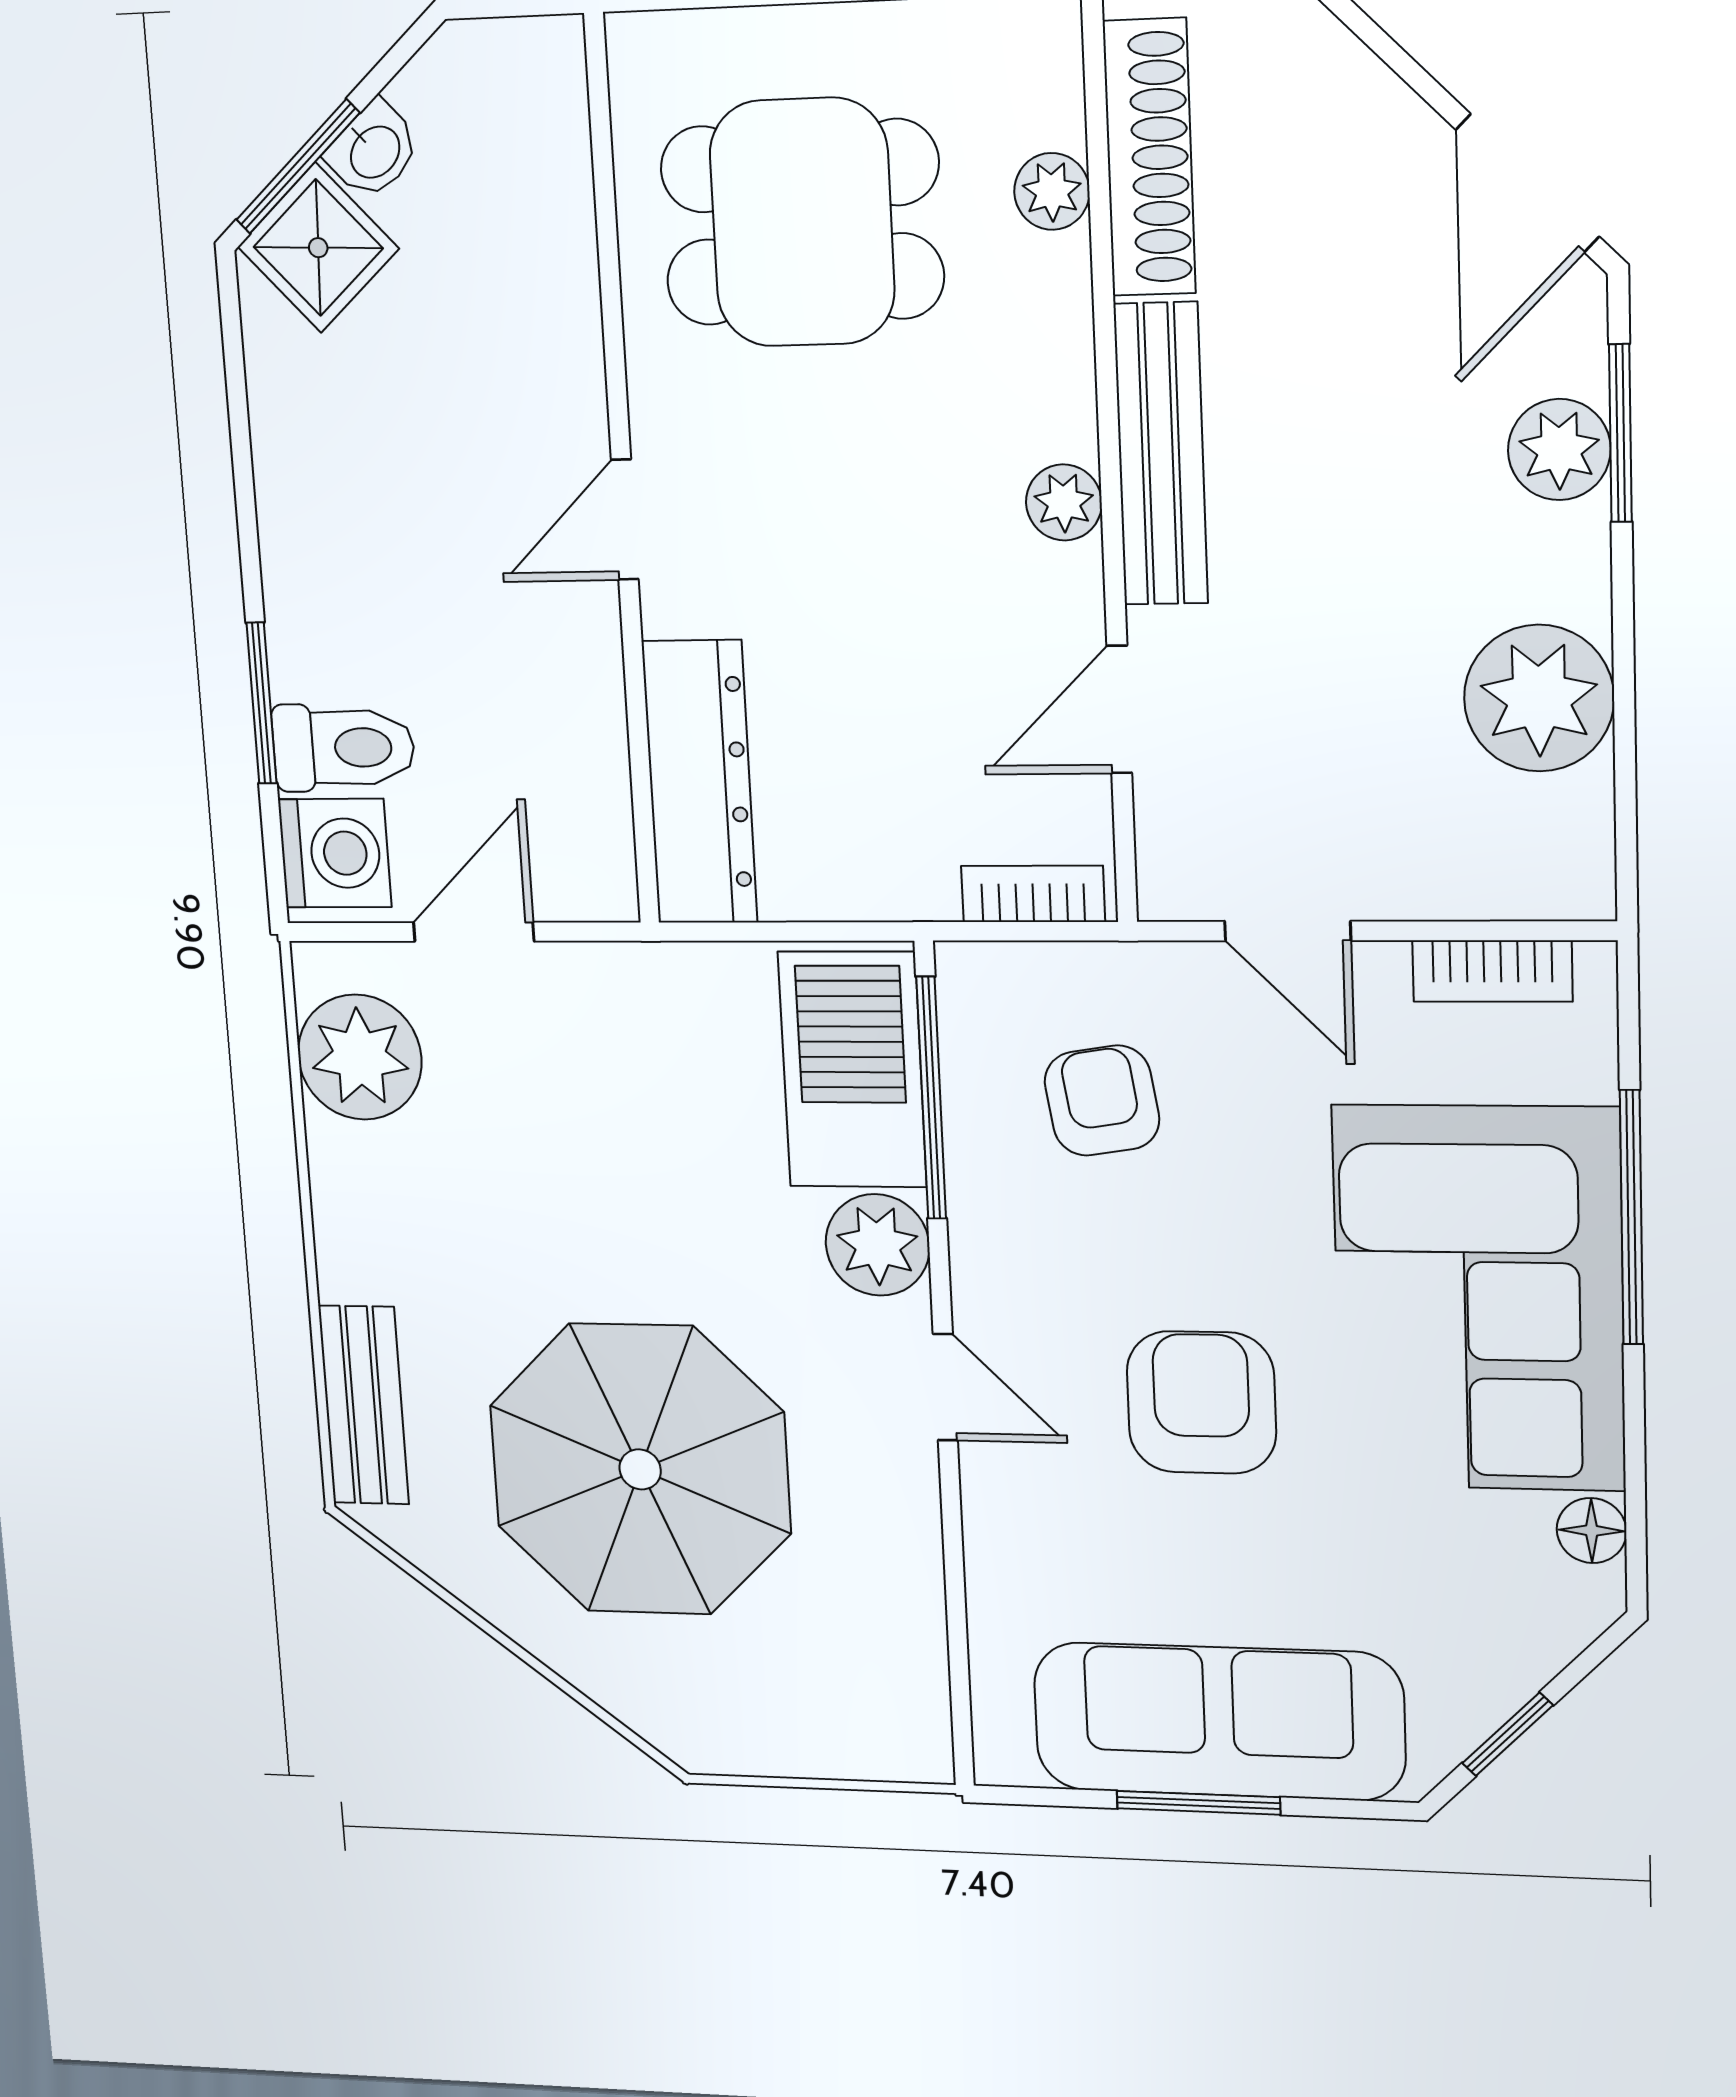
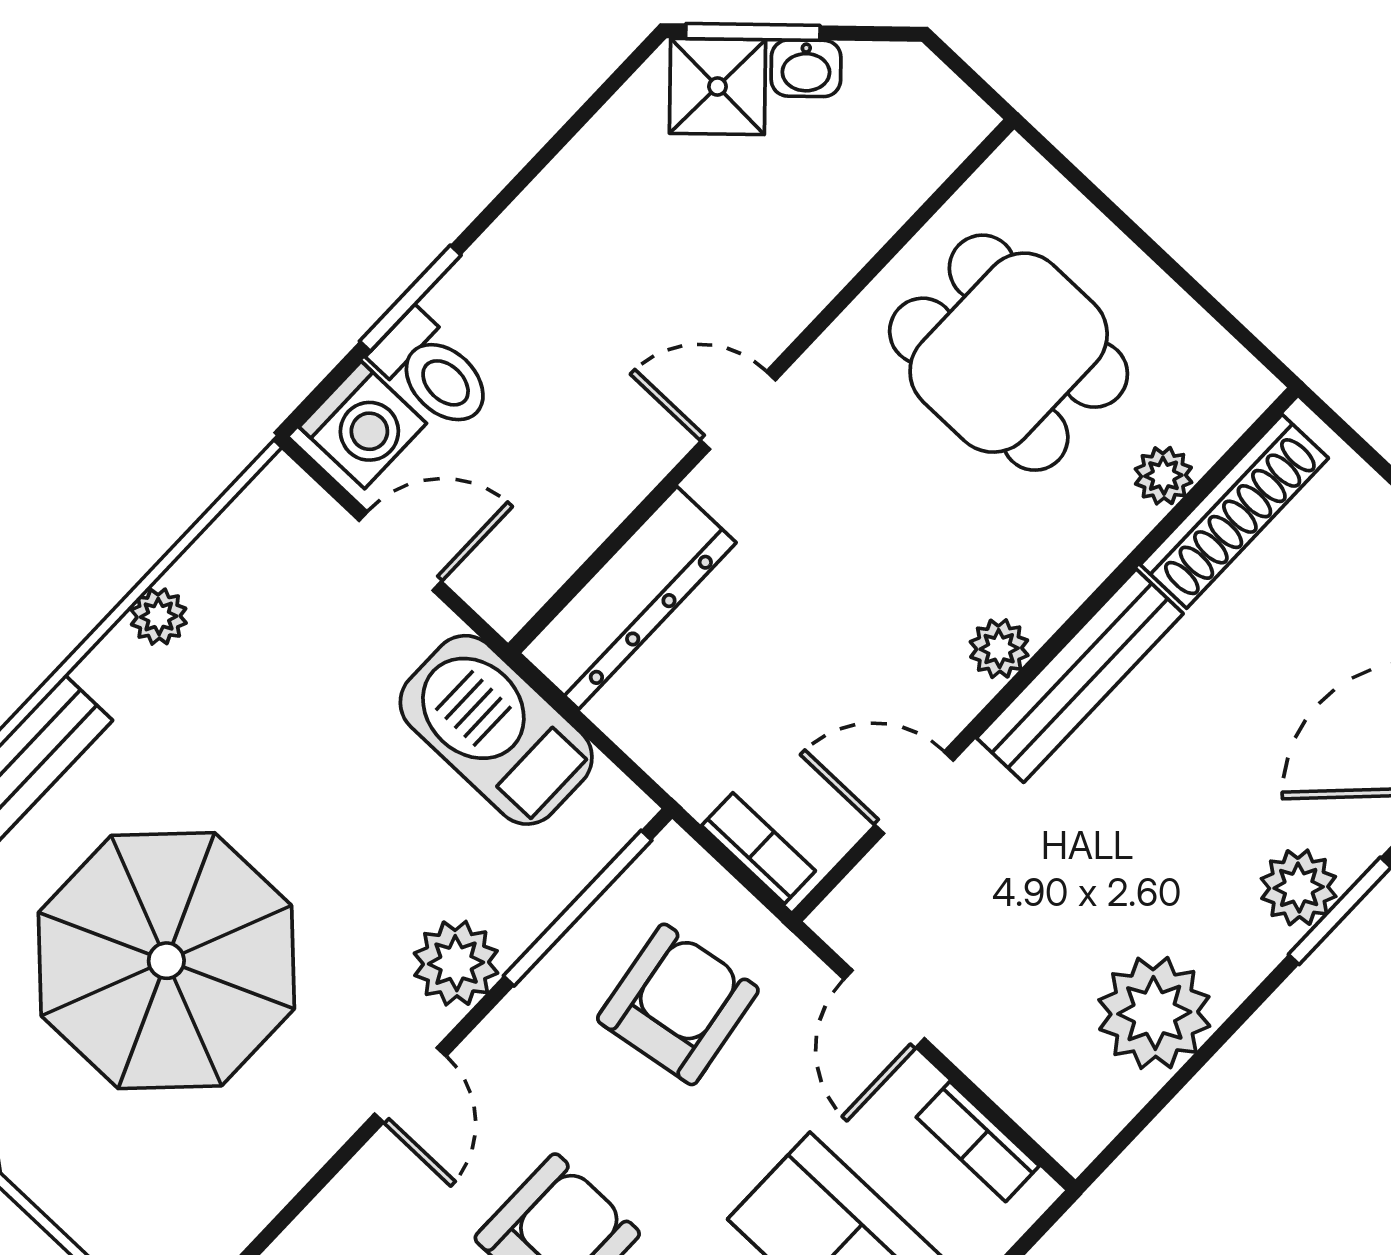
plant: (360, 1057) -> (159, 617), moved, width x0.53, depth x0.53
barbecue: (852, 1070) -> (496, 730), moved, turned -90
armchair: (1102, 1101) -> (678, 1004), width x1.38, depth x1.38

